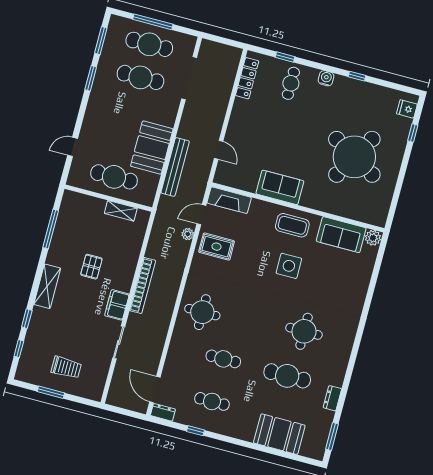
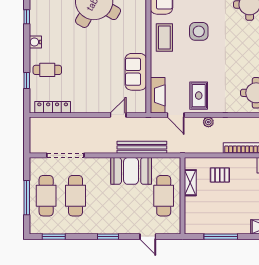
window: (91, 78) -> (108, 237), moved
sofa: (280, 187) -> (136, 72), moved
plant: (188, 234) -> (208, 122), moved
pallet: (91, 267) -> (220, 175), moved

